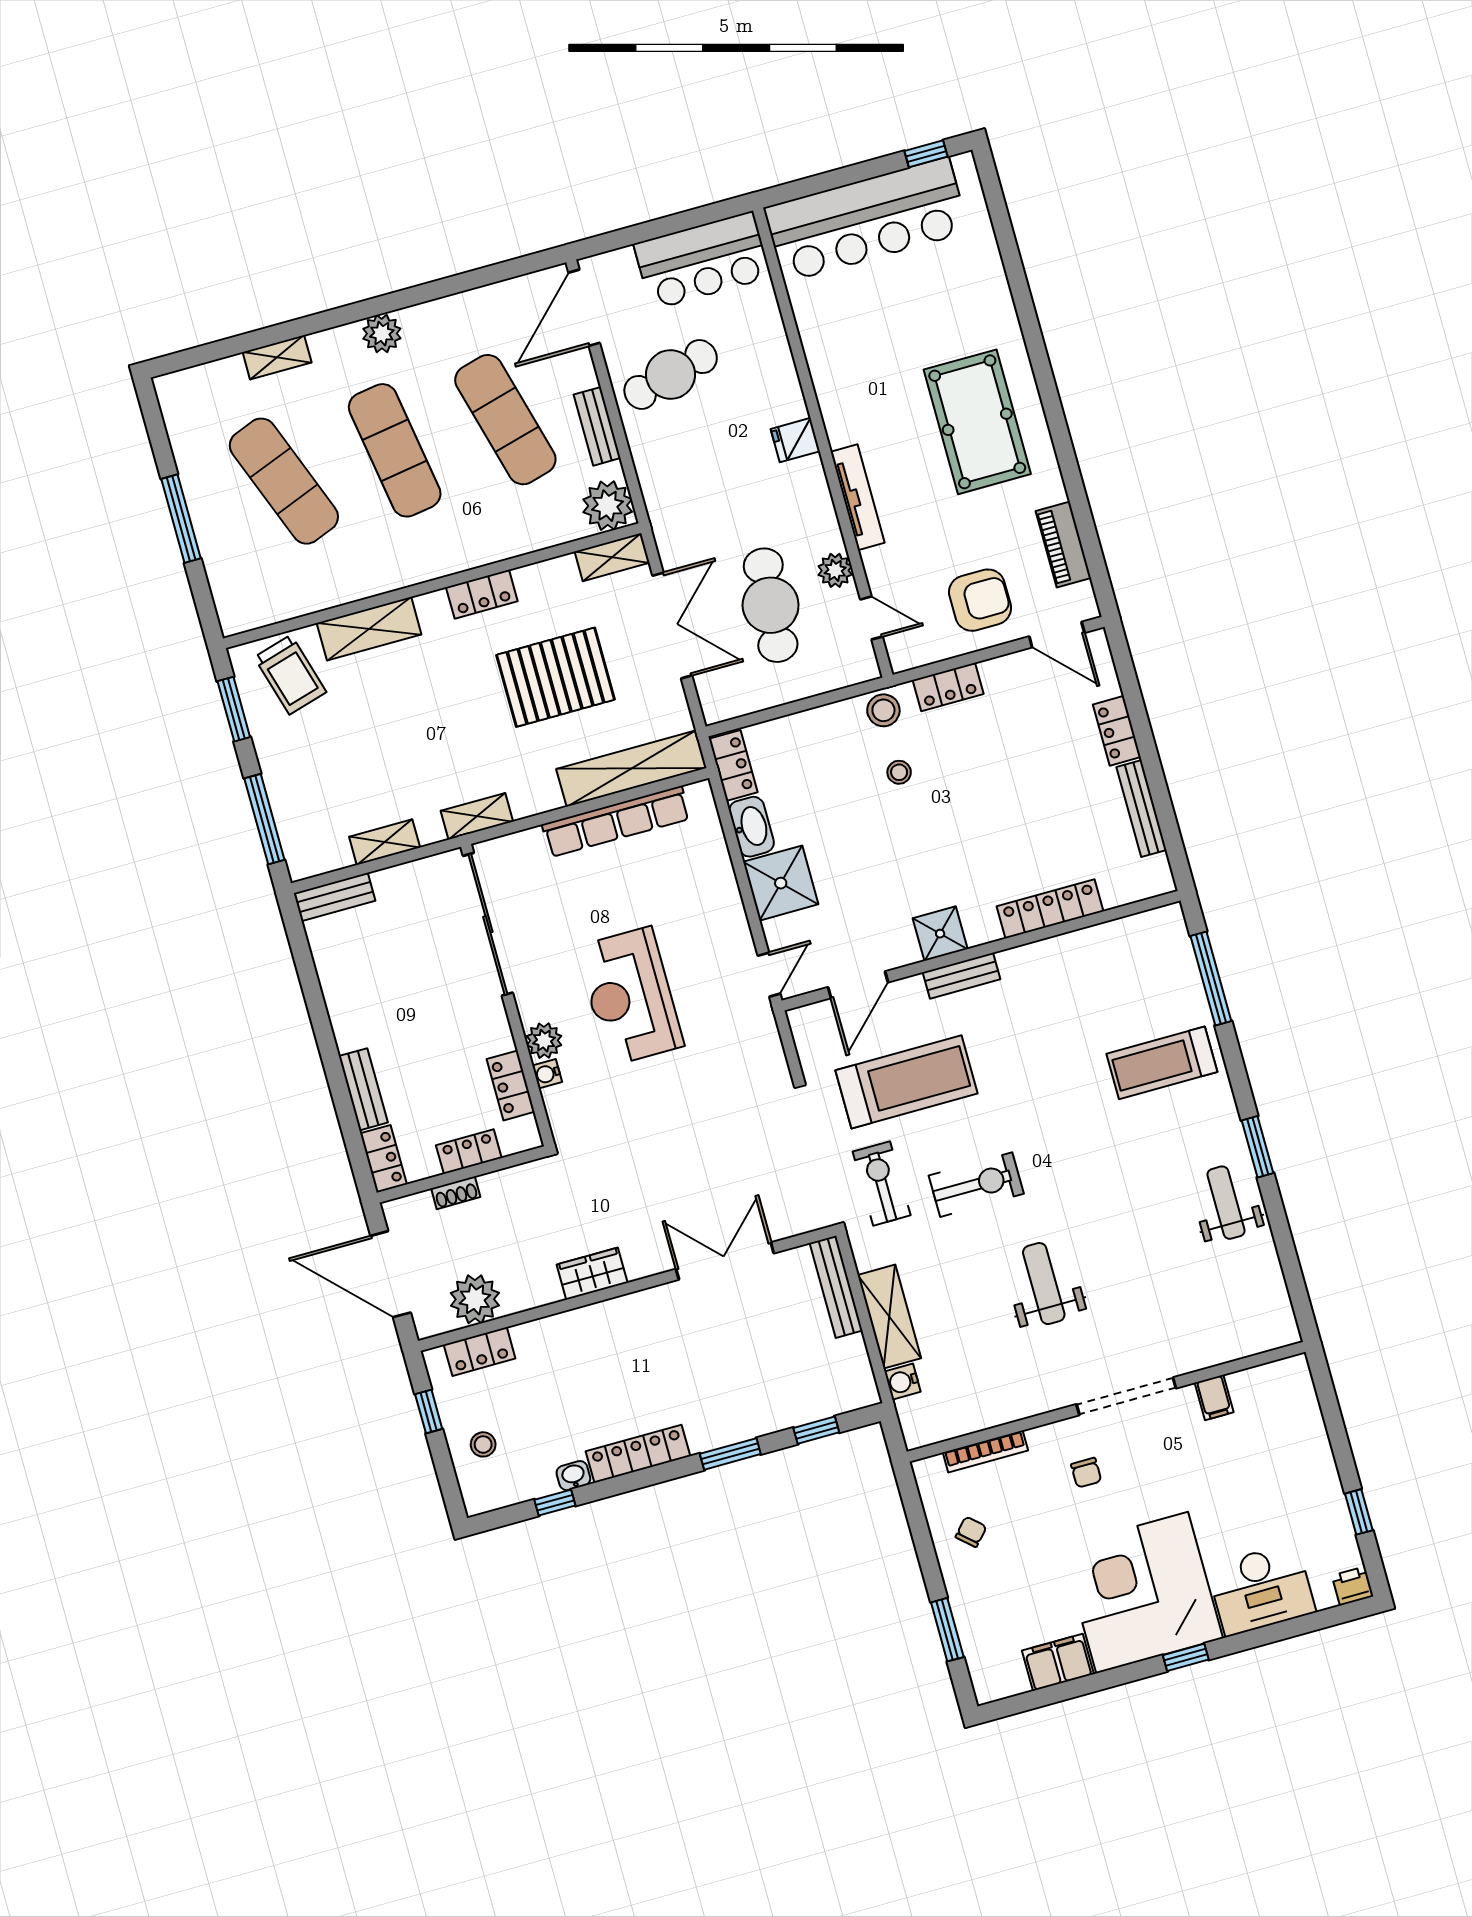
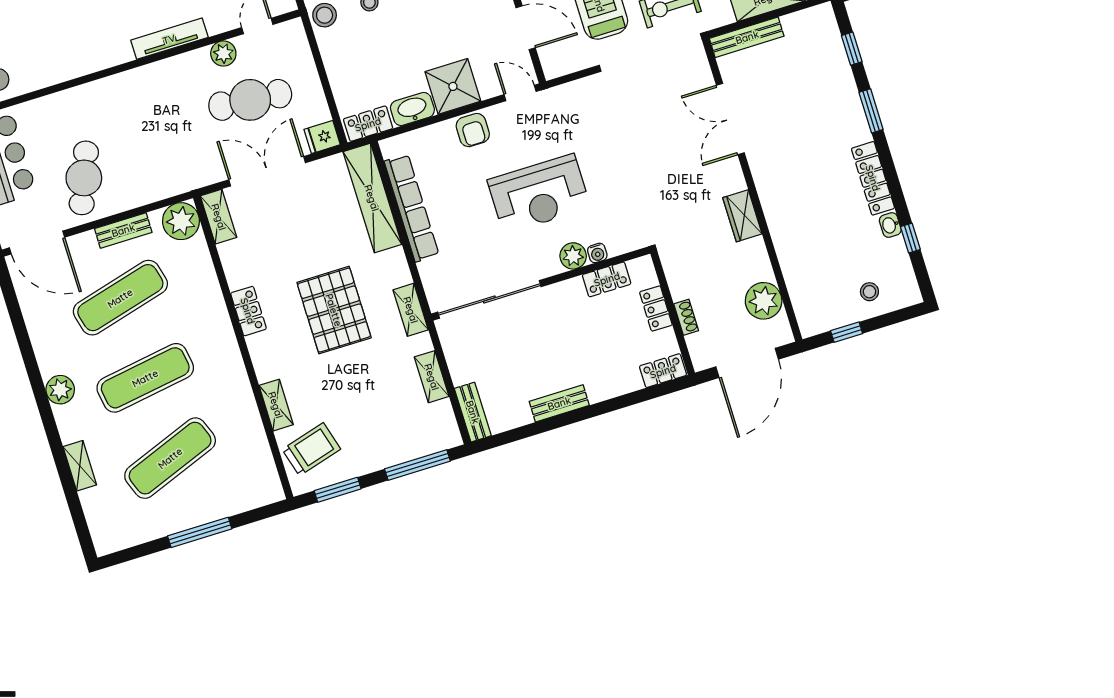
cafe table: (671, 375) -> (84, 178), turned 37
fridge: (795, 440) -> (322, 137), moved, turned 90
shelving: (369, 629) -> (276, 405), width x0.67, depth x0.75
pallet: (556, 677) -> (334, 310), moved
armchair: (720, 908) -> (473, 130), added
bench: (363, 1089) -> (559, 403), moved
locker: (480, 1351) -> (802, 296), removed

